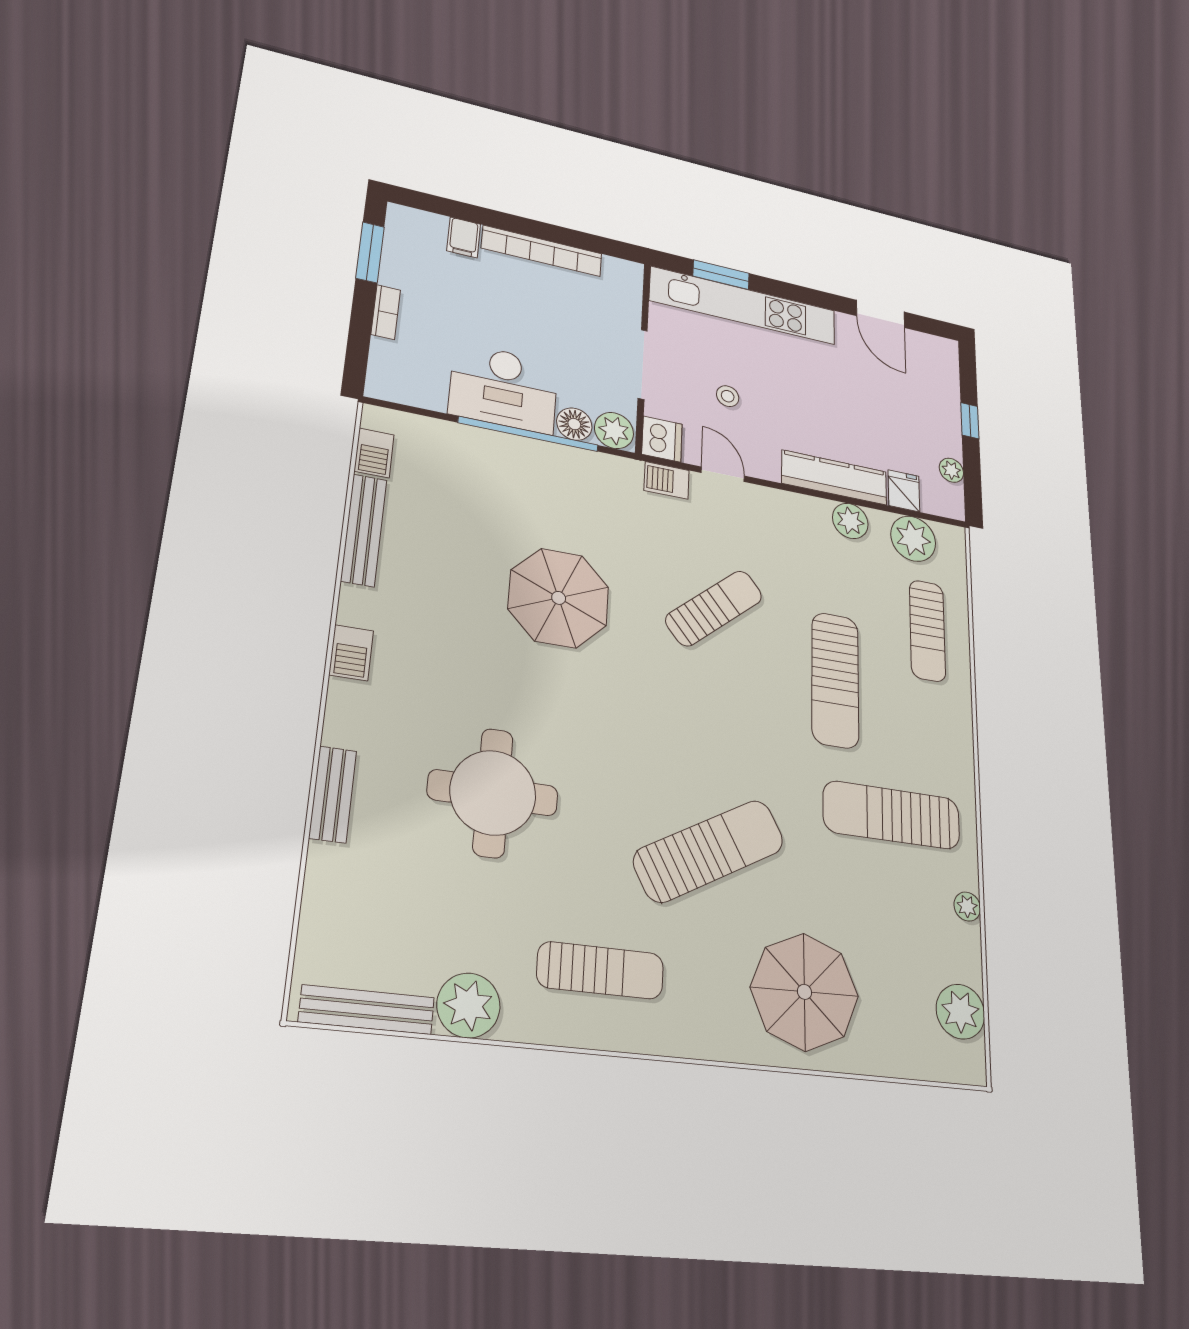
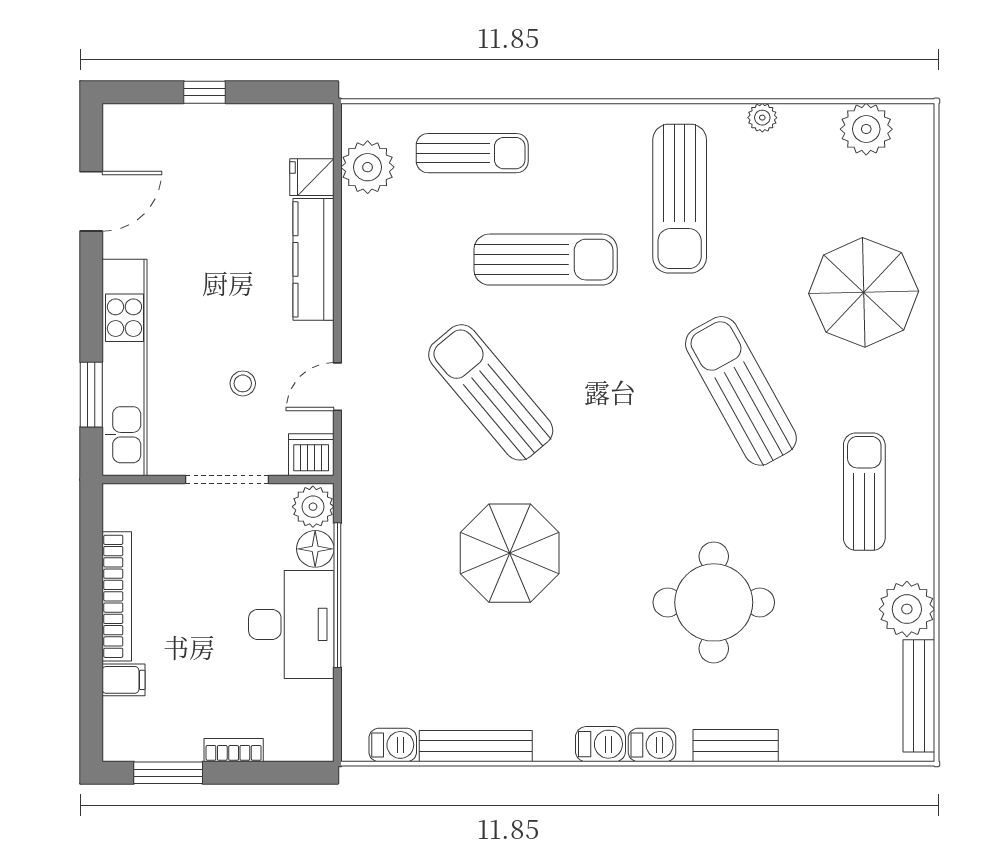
plant: (951, 470) -> (273, 118), removed
barbecue: (667, 480) -> (652, 745), moved, turned -90
plant: (850, 521) -> (362, 241), removed
sun lounger: (714, 608) -> (491, 392), width x1.36, depth x1.34

